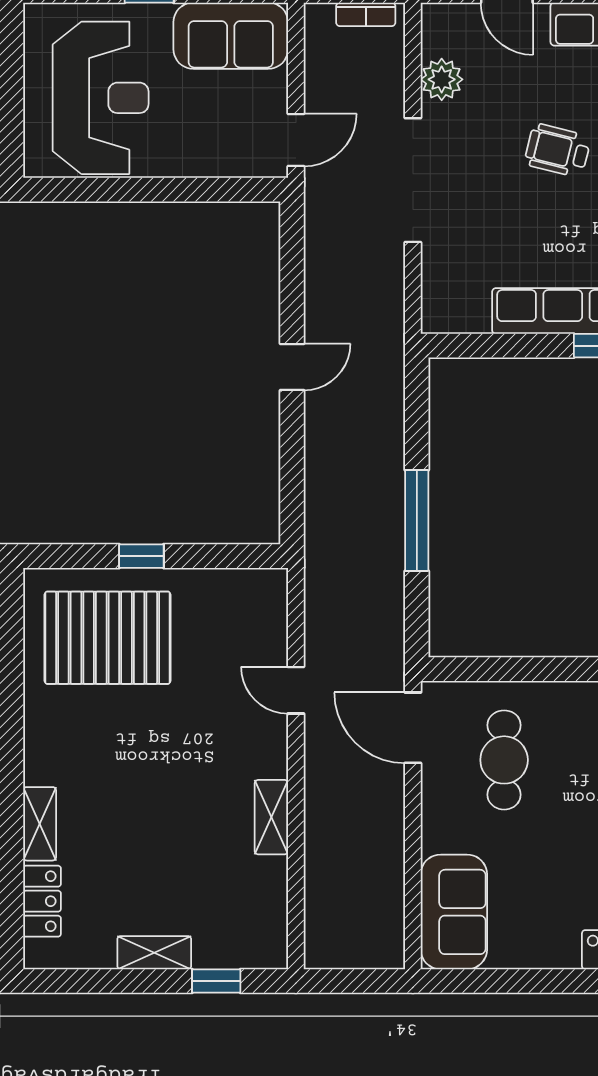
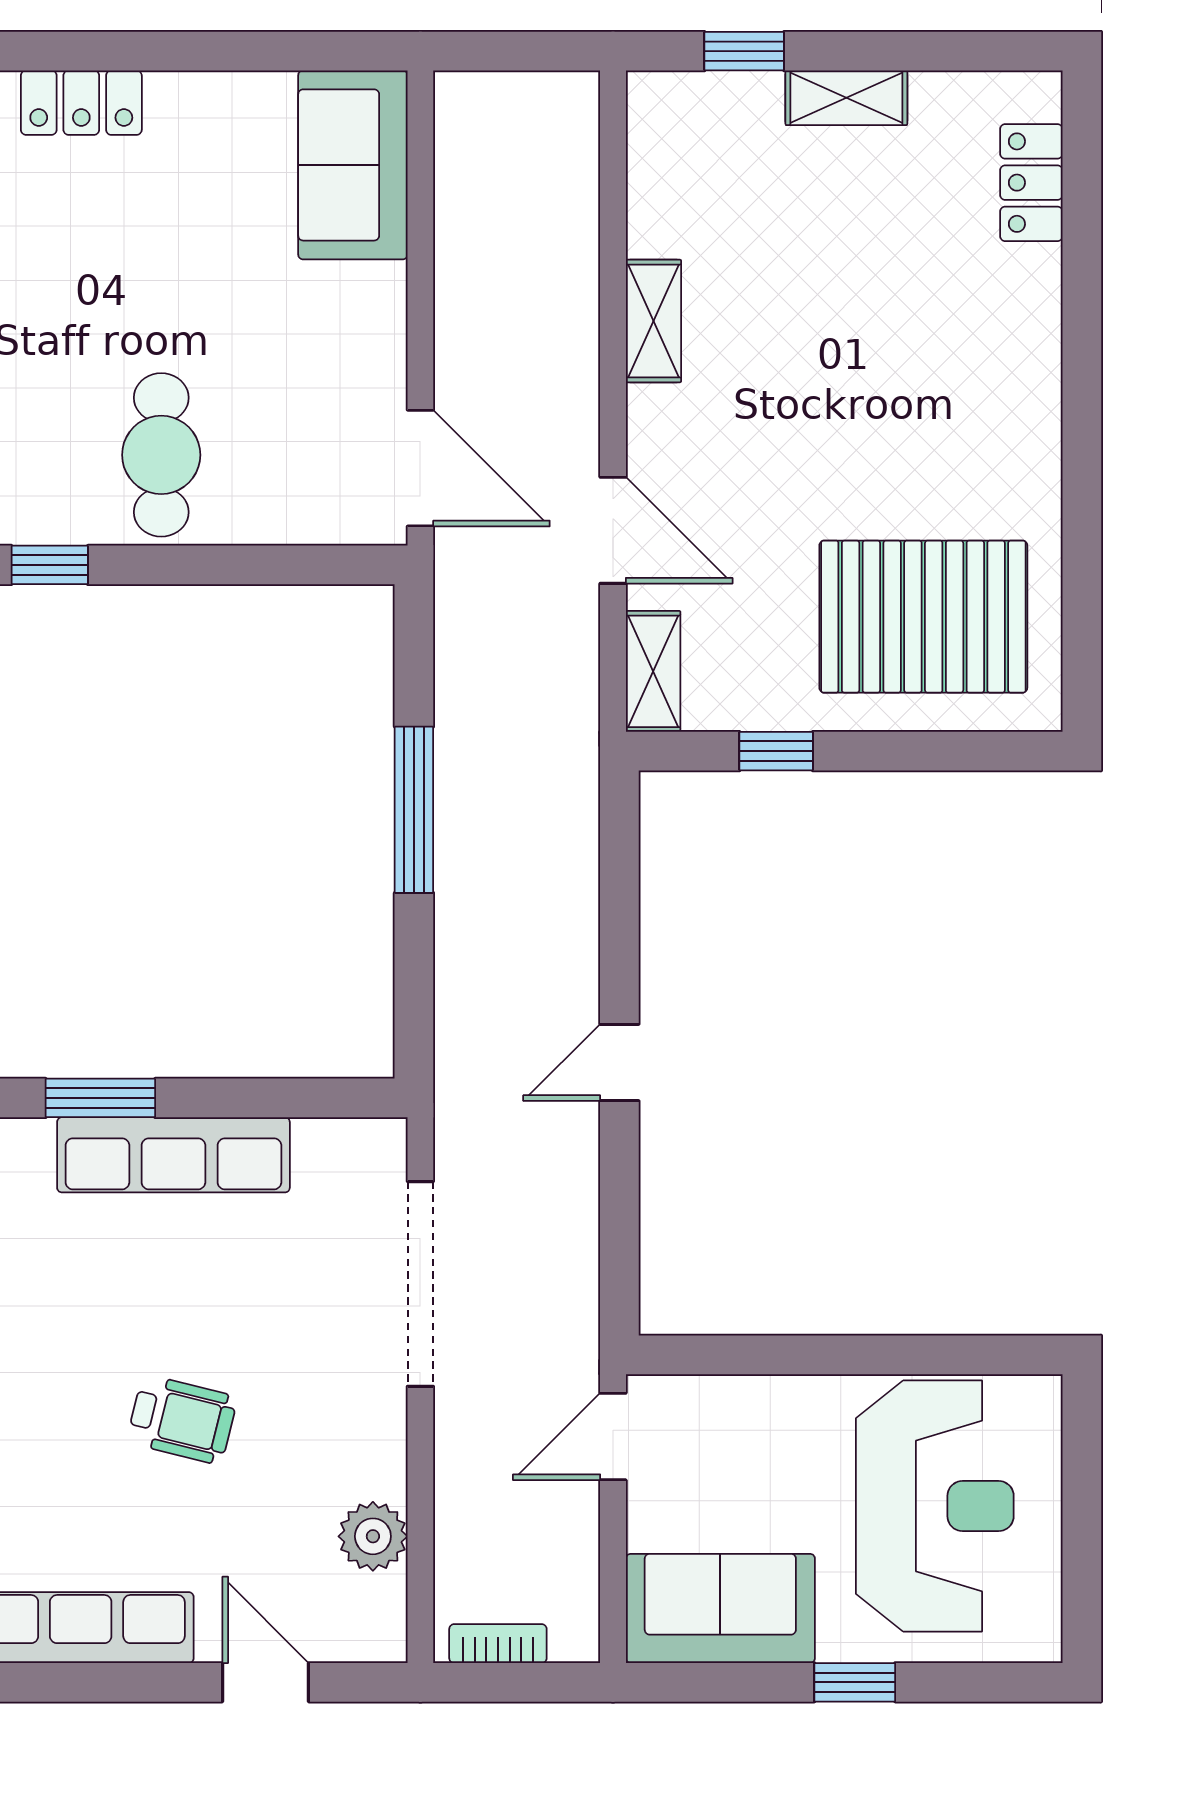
reception desk: (101, 98) -> (935, 1506), turned 180
doorway: (413, 180) -> (420, 1284), moved
window: (141, 556) -> (776, 751), moved
door: (296, 690) -> (613, 530), width x1.38
cafe table: (504, 760) -> (161, 455), moved
shelving: (40, 824) -> (653, 671), moved

